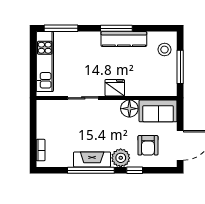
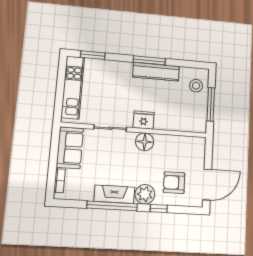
window: (61, 28) -> (93, 55), width x0.69
floor lamp: (129, 109) -> (145, 142), moved
sofa: (158, 111) -> (70, 148), moved, turned -90
armchair: (148, 145) -> (174, 183), turned 90

